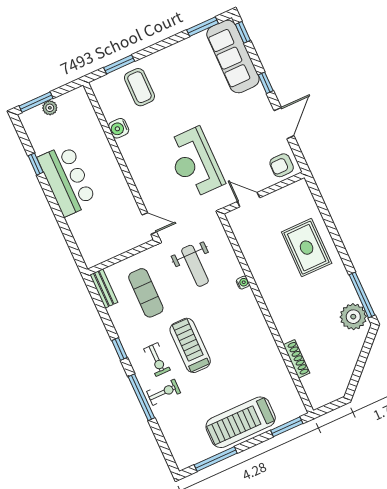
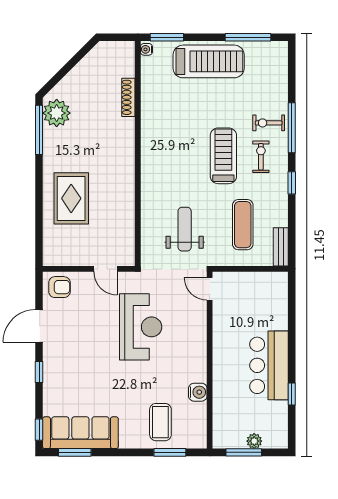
sofa: (233, 56) -> (80, 433), moved, turned -90
window: (36, 102) -> (244, 452), moved
water cooler: (243, 283) -> (146, 49), moved
treadmill: (190, 345) -> (223, 156), turned 180

